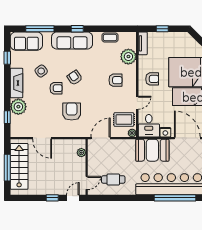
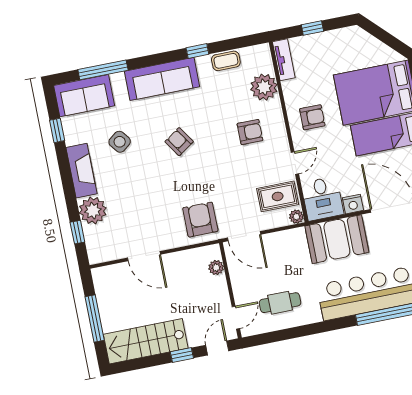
window: (77, 29) -> (197, 51), moved
armchair: (56, 88) -> (151, 166), removed
armchair: (72, 111) -> (200, 220), moved
door: (101, 138) -> (244, 236), swing flipped
stairs: (19, 166) -> (146, 341), moved, turned -90

